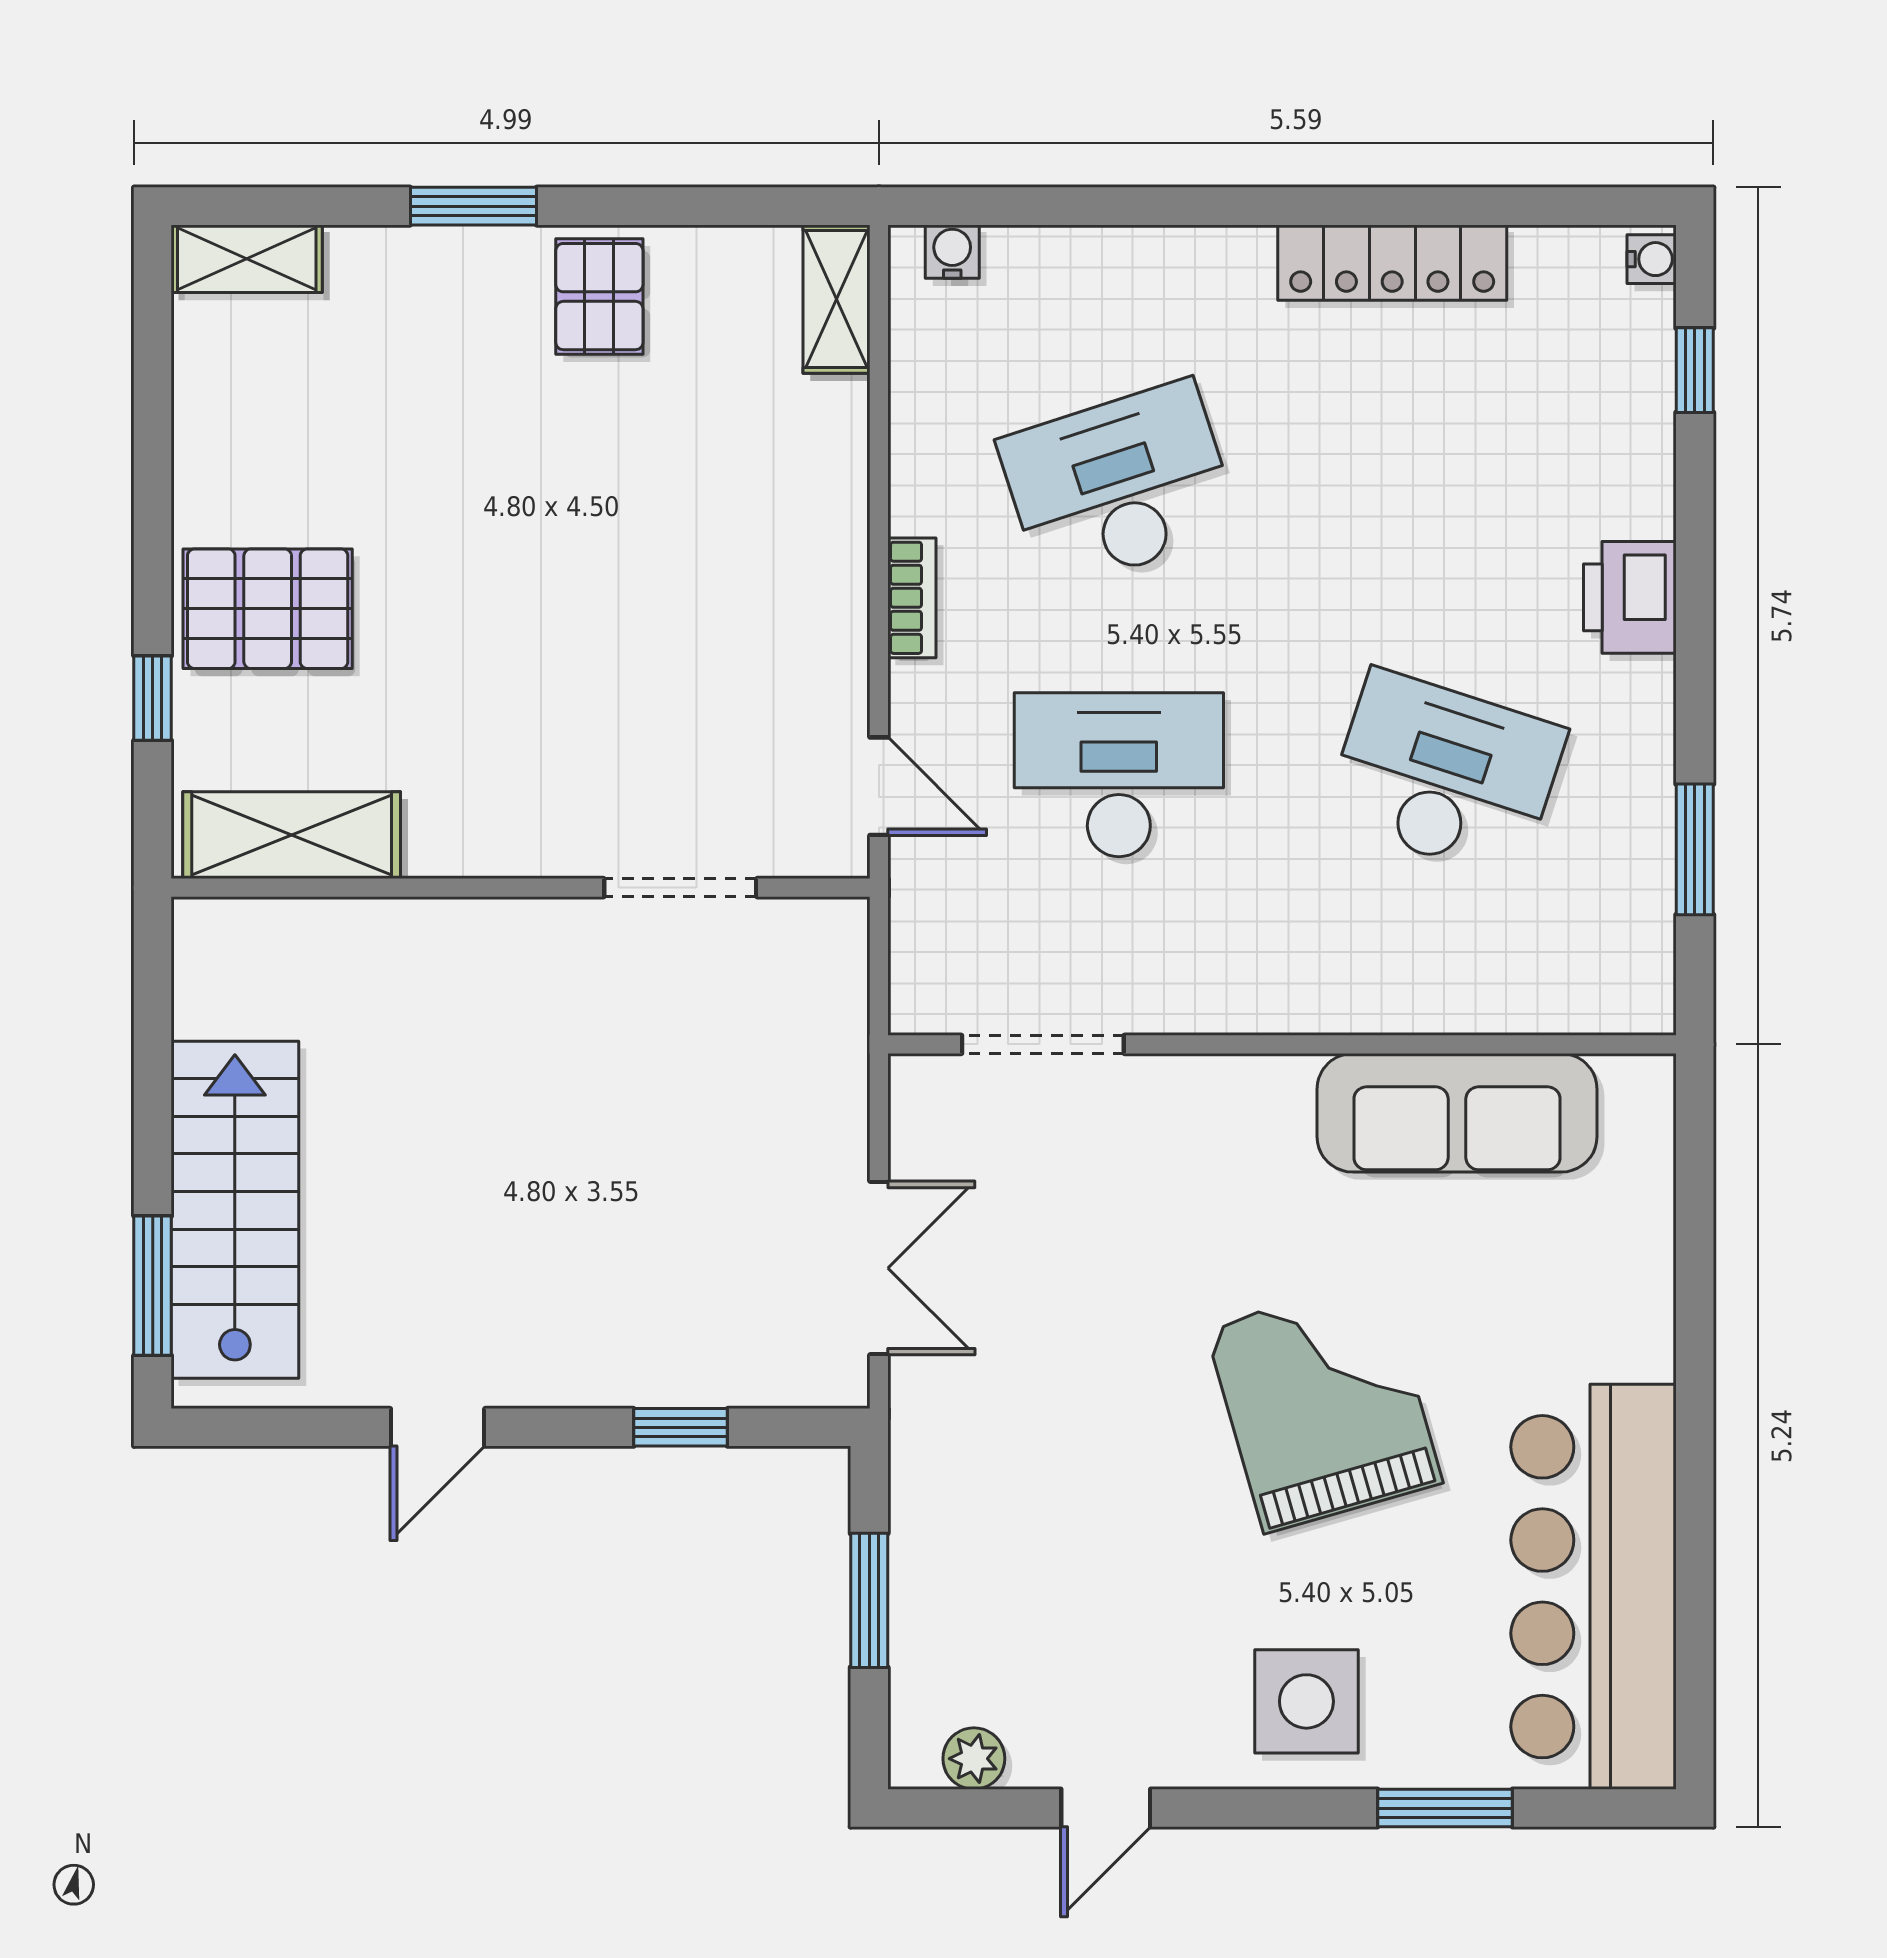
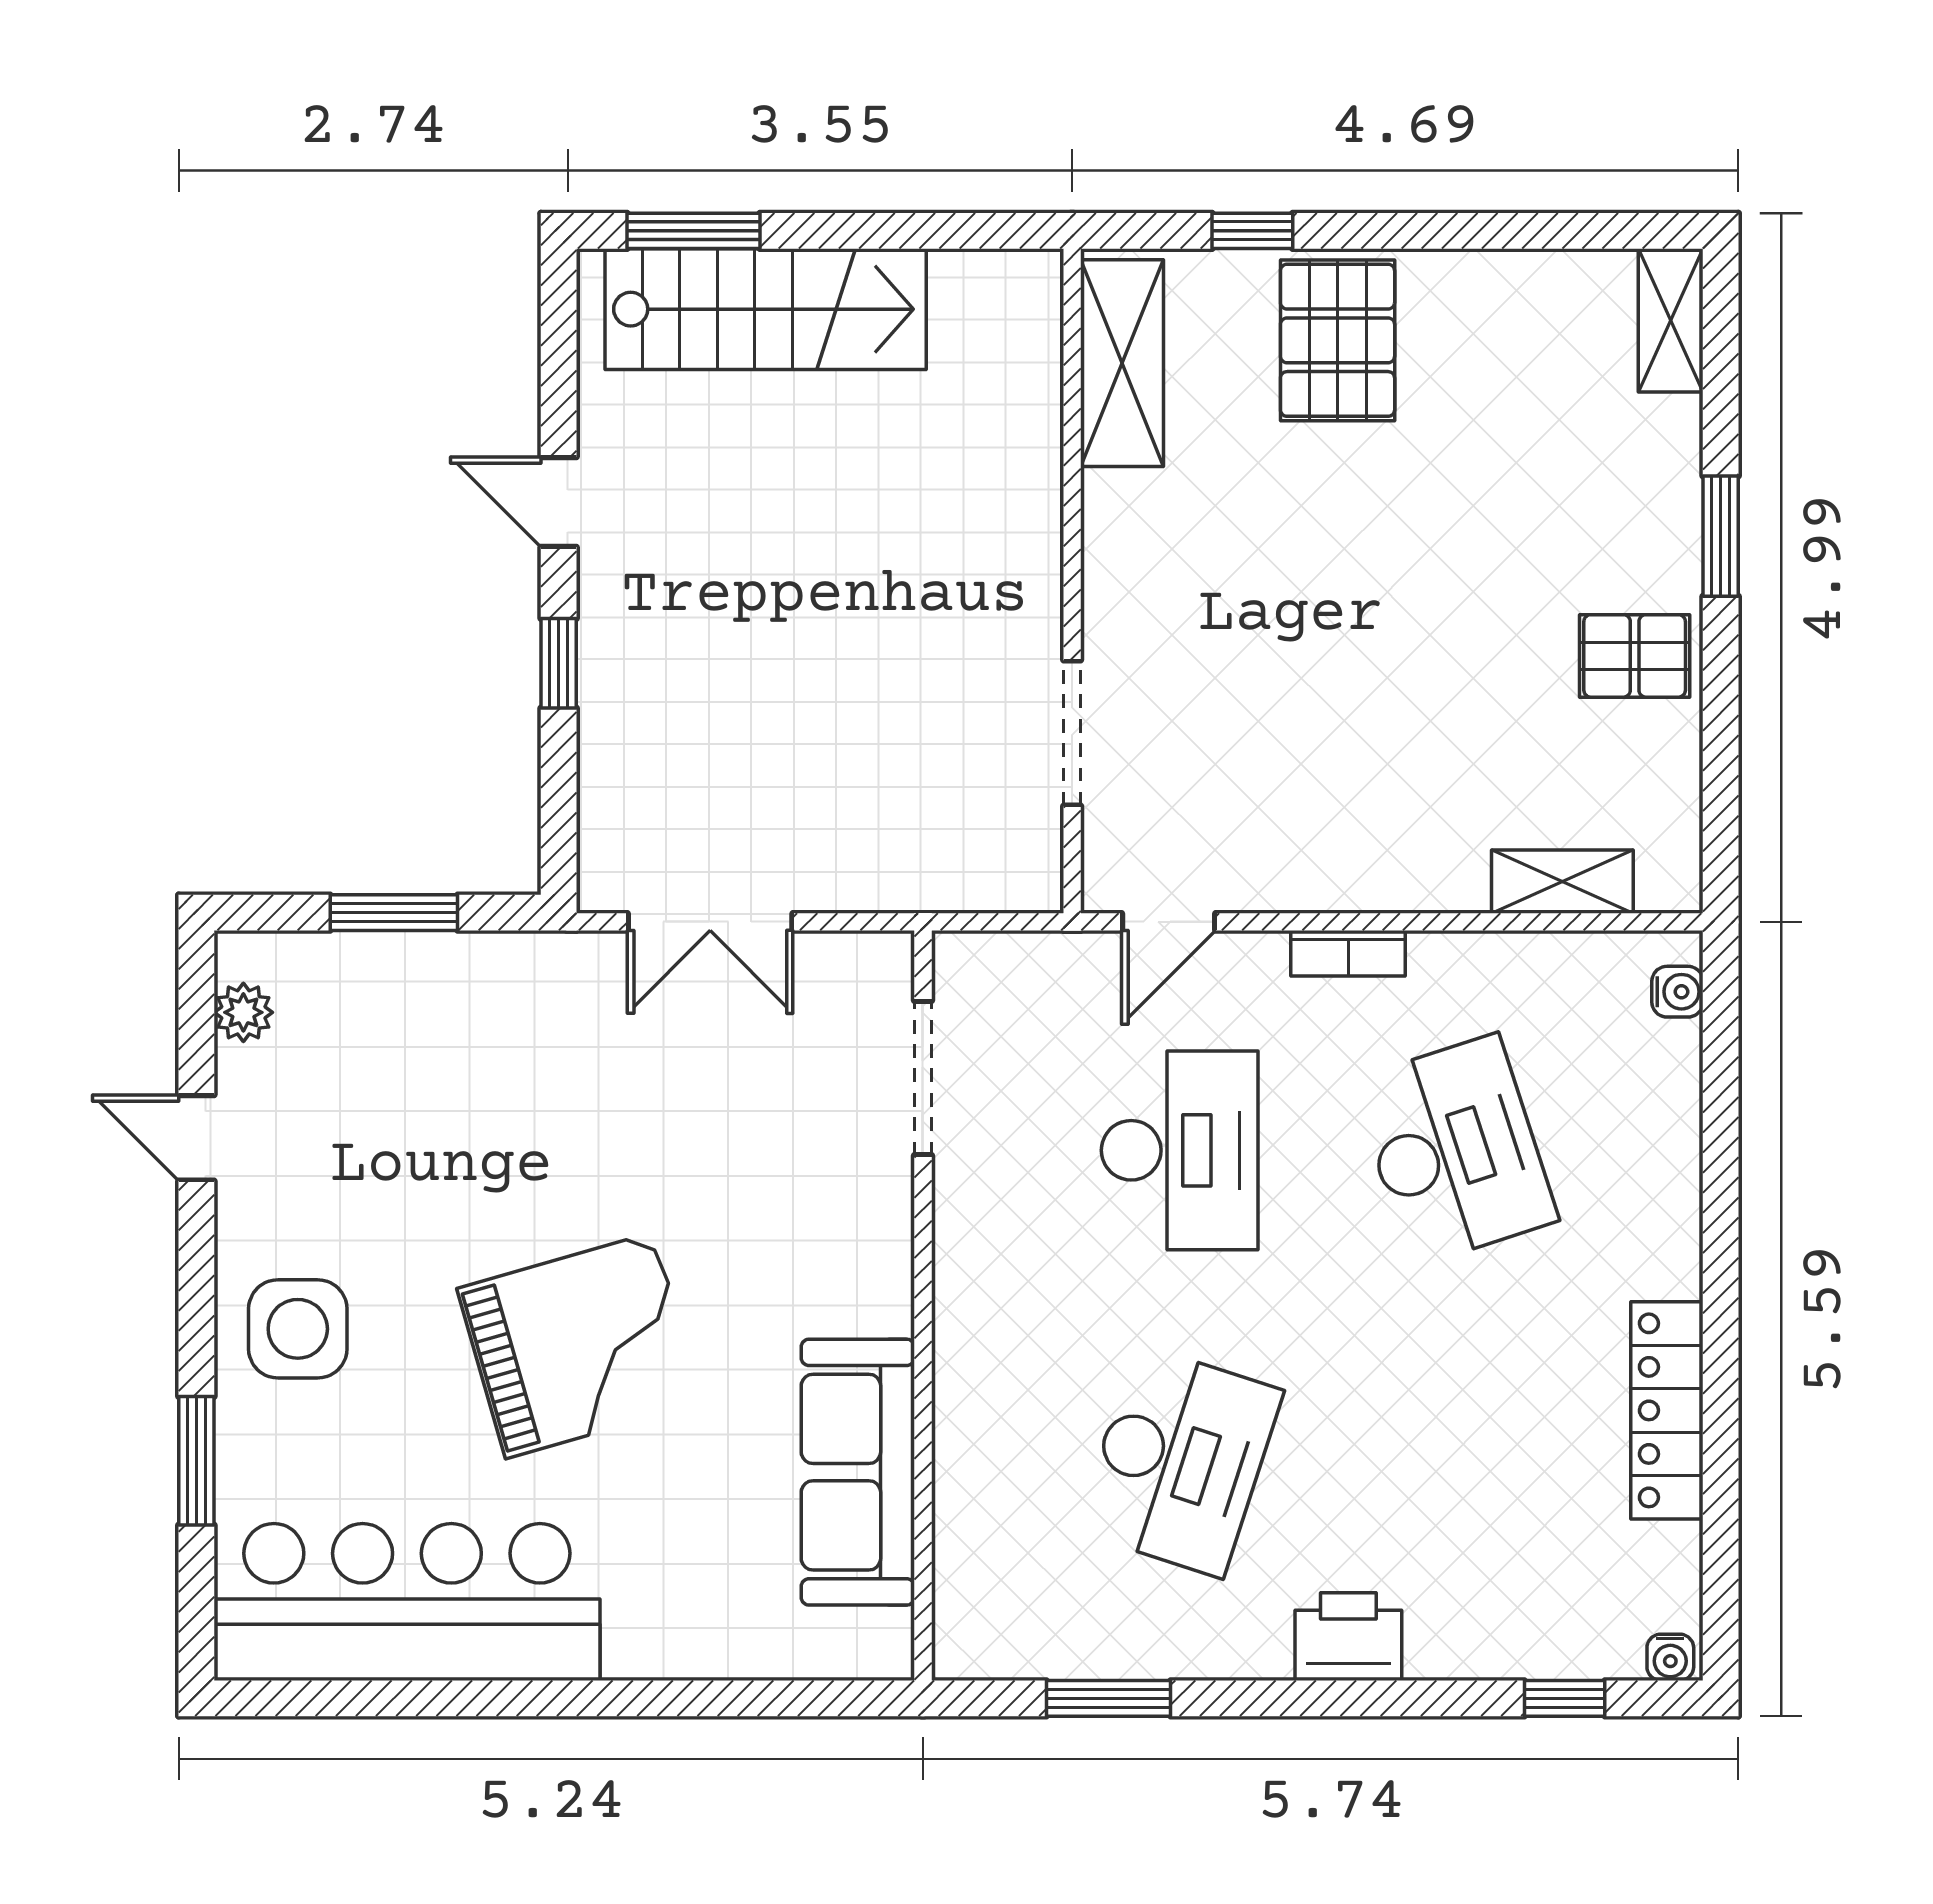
shelving: (836, 299) -> (1562, 882), moved
window: (681, 1427) -> (559, 663), moved

